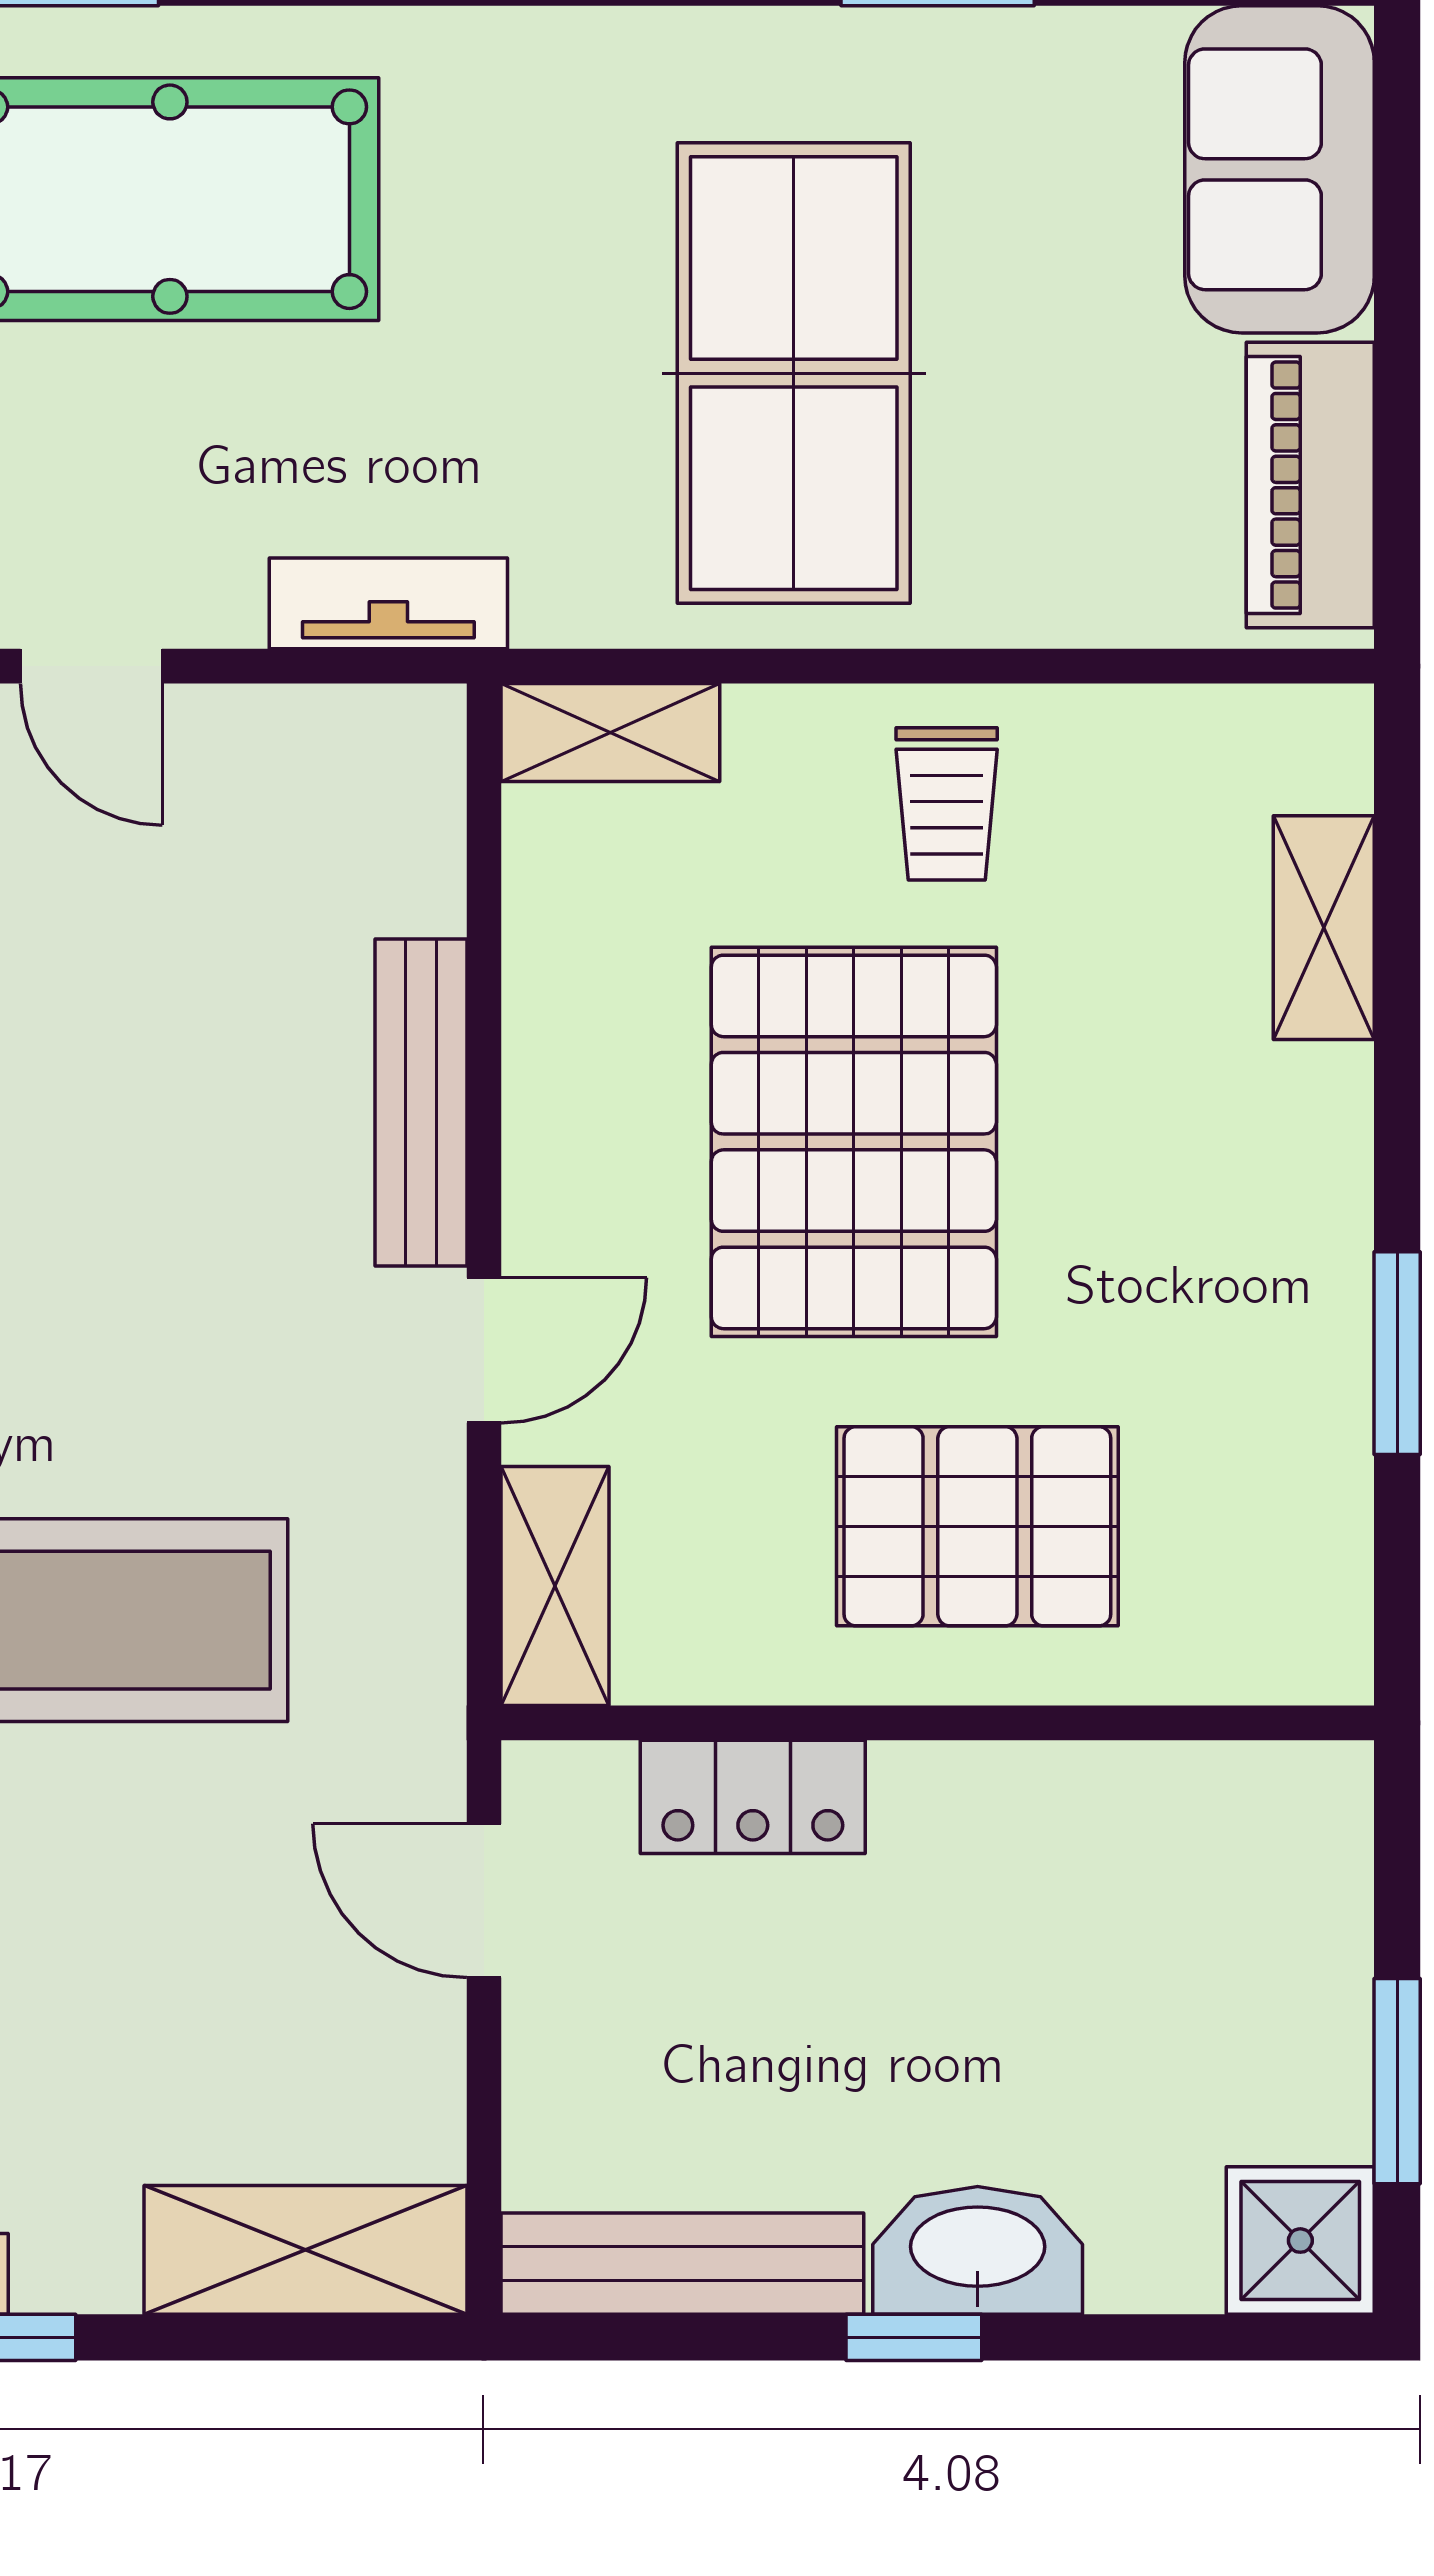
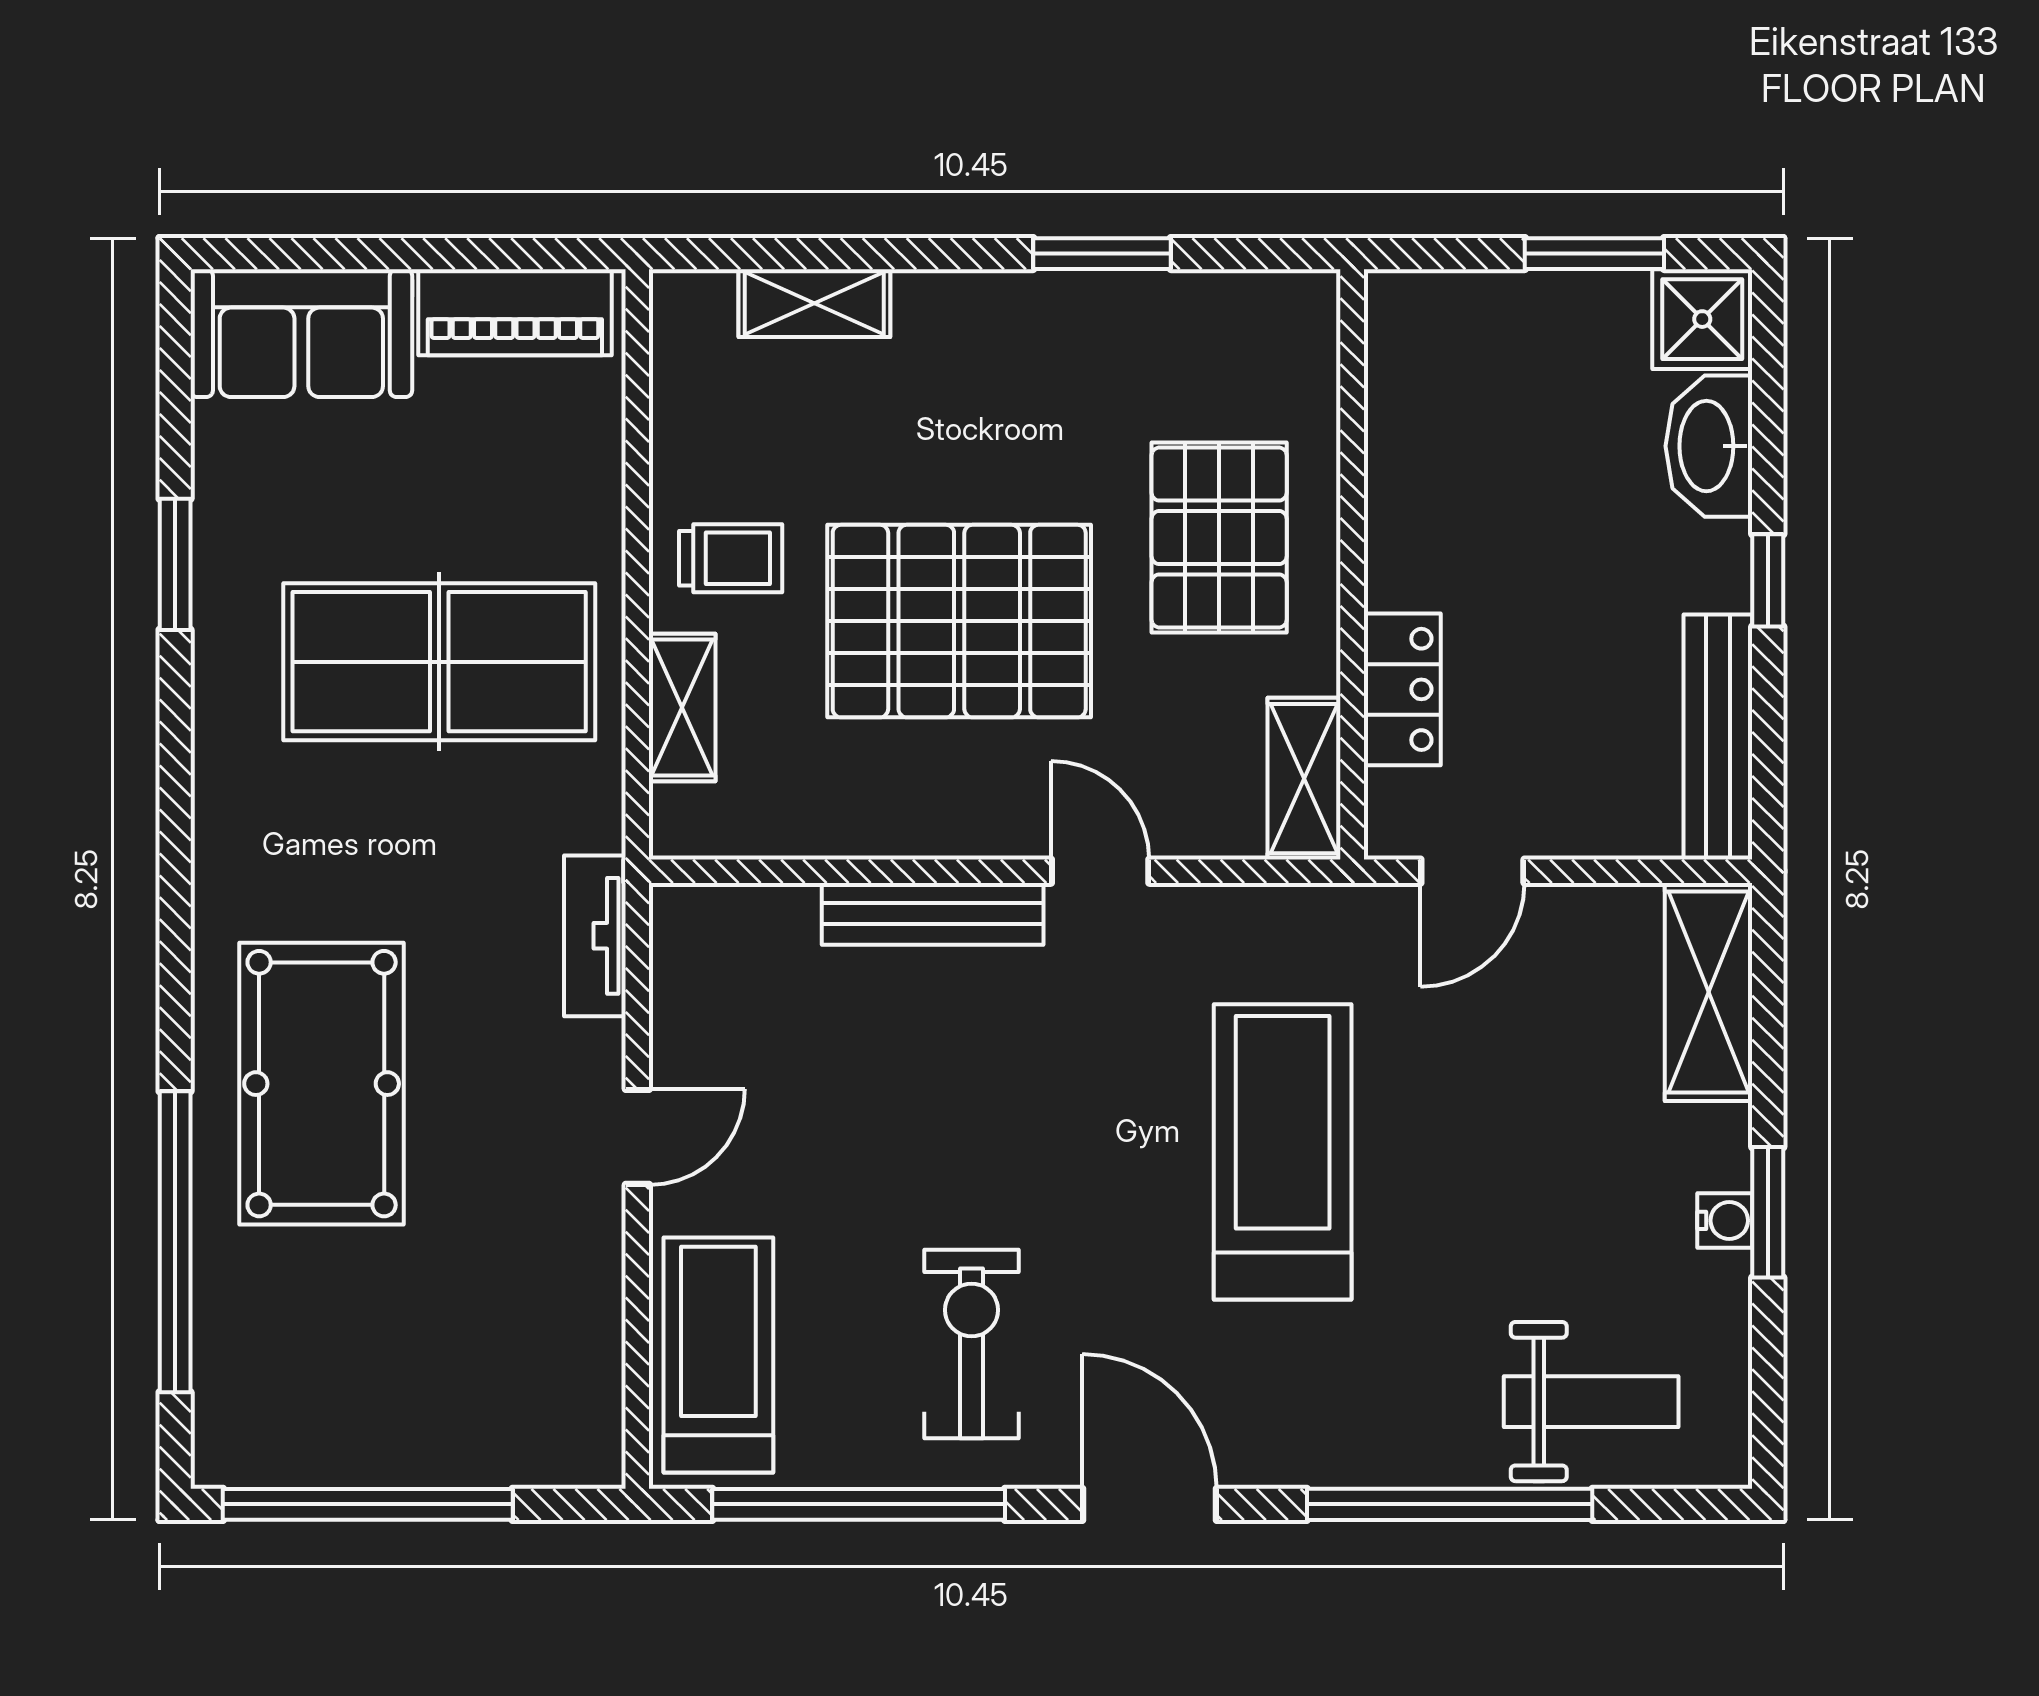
shelving: (610, 732) -> (682, 708), moved
shelving: (555, 1586) -> (1304, 779), moved, turned 90
washbasin: (978, 2250) -> (1709, 446), moved

